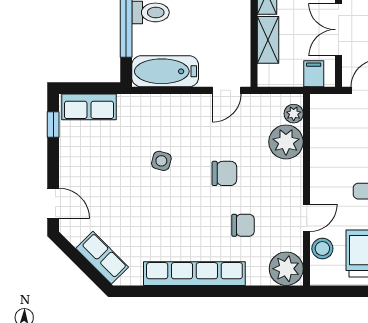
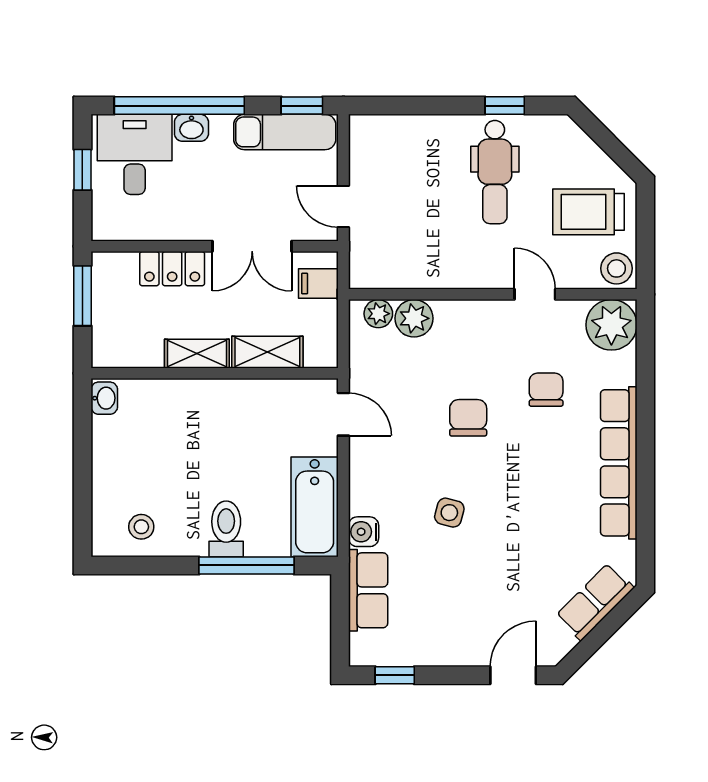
water cooler: (149, 104) -> (364, 532), added
row of seats: (89, 107) -> (368, 590), moved
plant: (286, 142) -> (414, 318), width x0.73, depth x0.73
stool: (322, 249) -> (616, 268), moved

